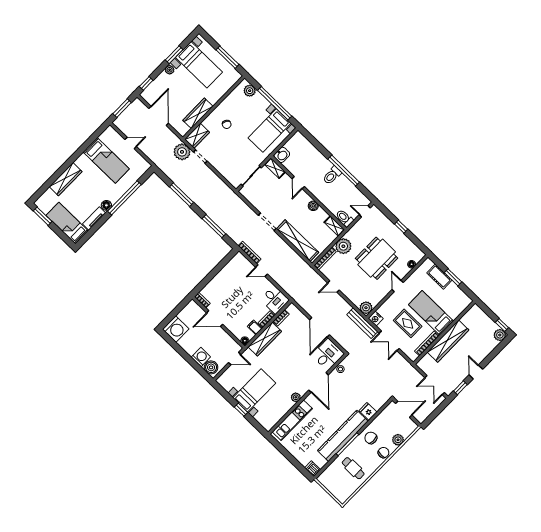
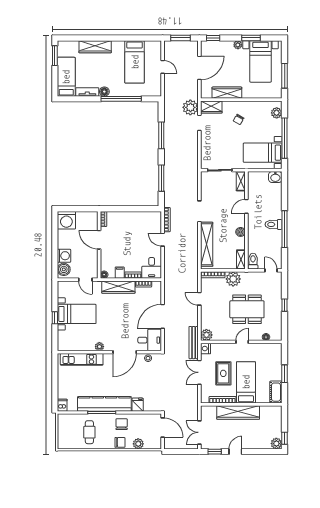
washbasin: (282, 155) -> (275, 177), moved
cot: (439, 277) -> (276, 392), moved

